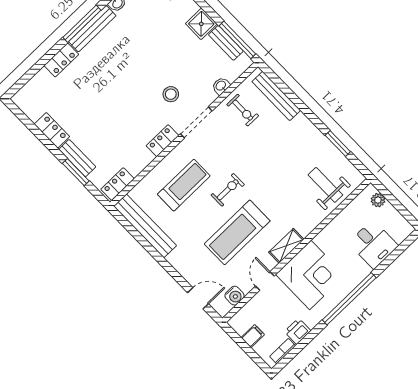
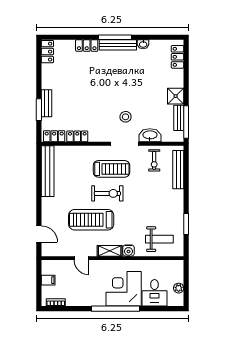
washbasin: (221, 86) -> (150, 135), width x1.91, depth x1.45
locker: (52, 130) -> (47, 52), moved
locker: (162, 141) -> (77, 136), moved
treadmill: (184, 185) -> (112, 169), moved
weight bench: (325, 185) -> (159, 239), turned 90
exercise bike: (228, 190) -> (107, 193), width x1.38, depth x1.39
plant: (378, 200) -> (179, 288), moved
corner desk: (310, 275) -> (124, 289), moved, turned 180
door: (265, 281) -> (81, 258), swing flipped
water cooler: (234, 296) -> (129, 251), moved
printer: (298, 331) -> (73, 300), removed

